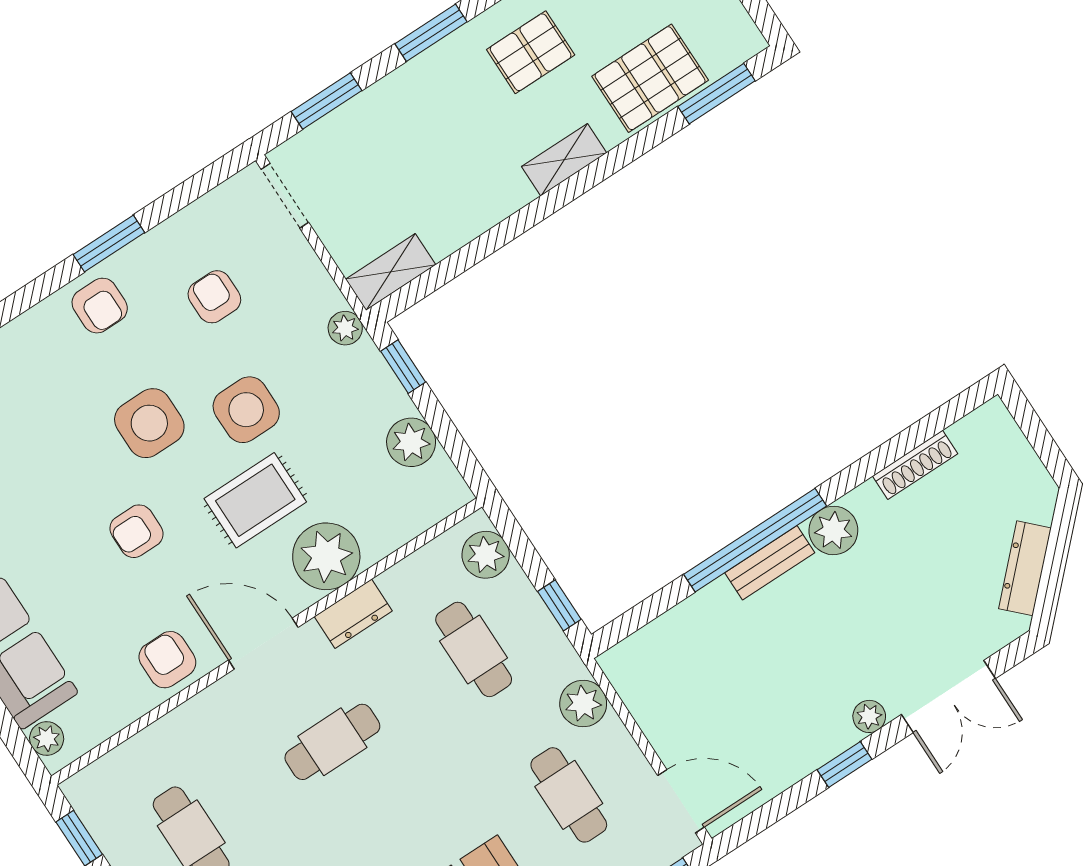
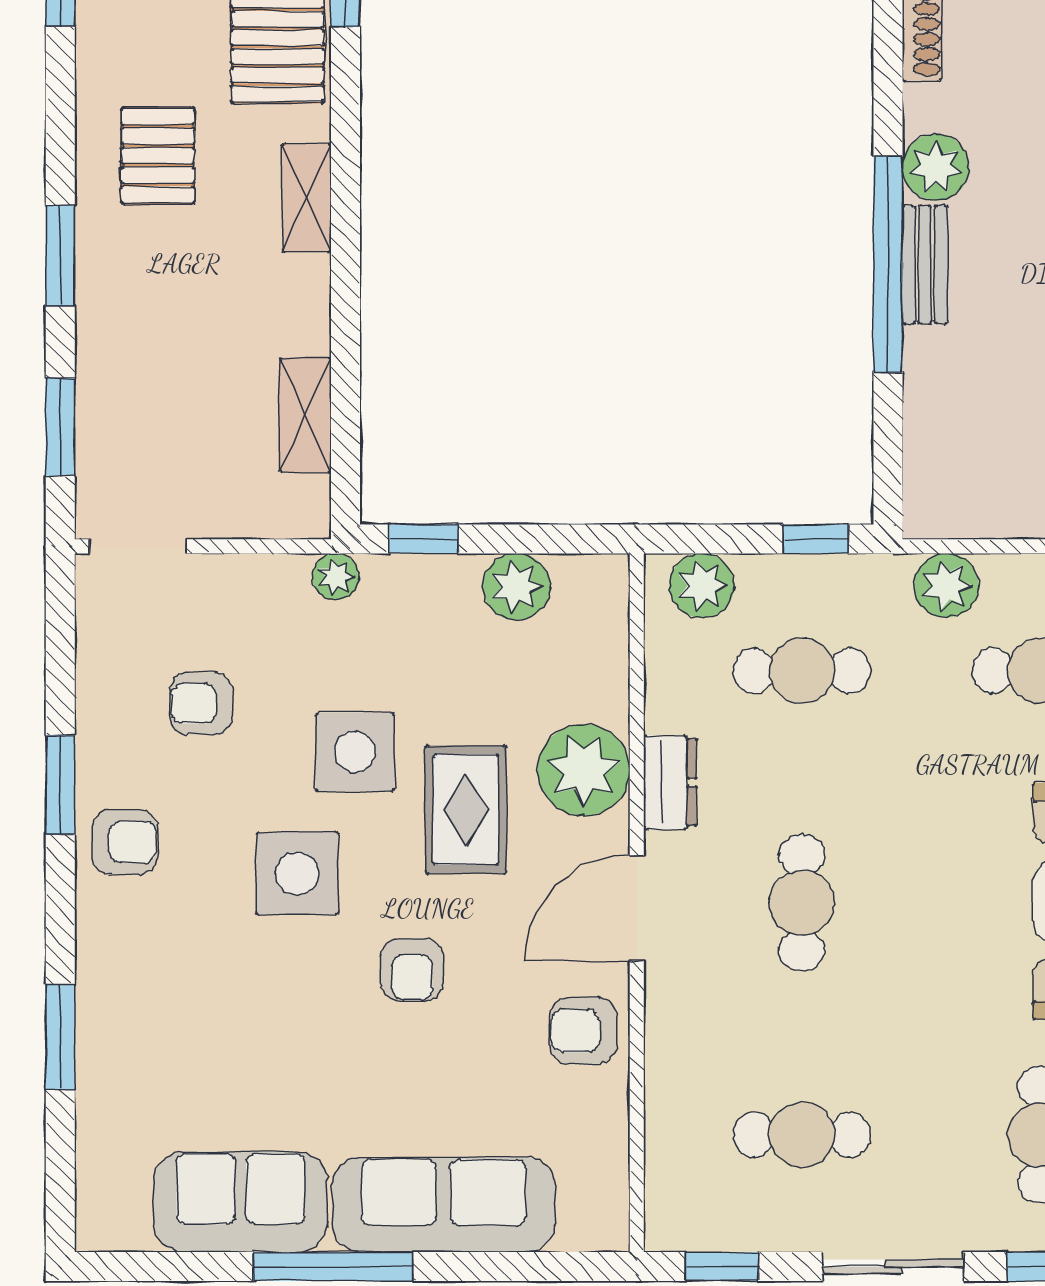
shelving: (391, 272) -> (305, 415), moved
plant: (47, 738) -> (583, 1229), removed

